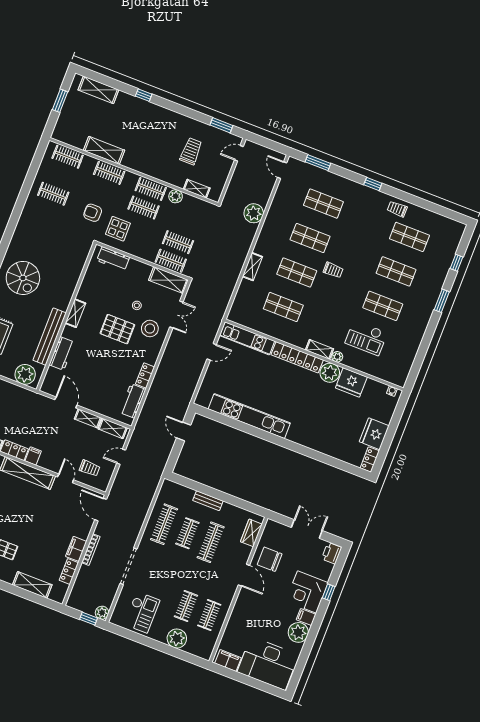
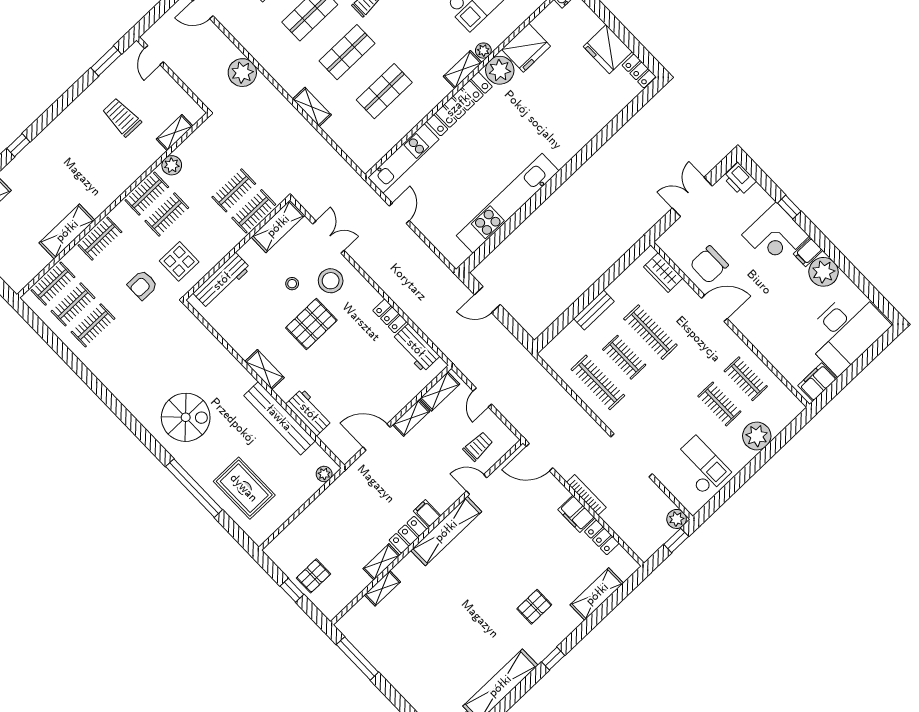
clothes rail: (60, 175) -> (73, 304), added
workbench: (113, 259) -> (222, 281), width x1.38
plant: (25, 374) -> (324, 474), width x0.53, depth x0.53

